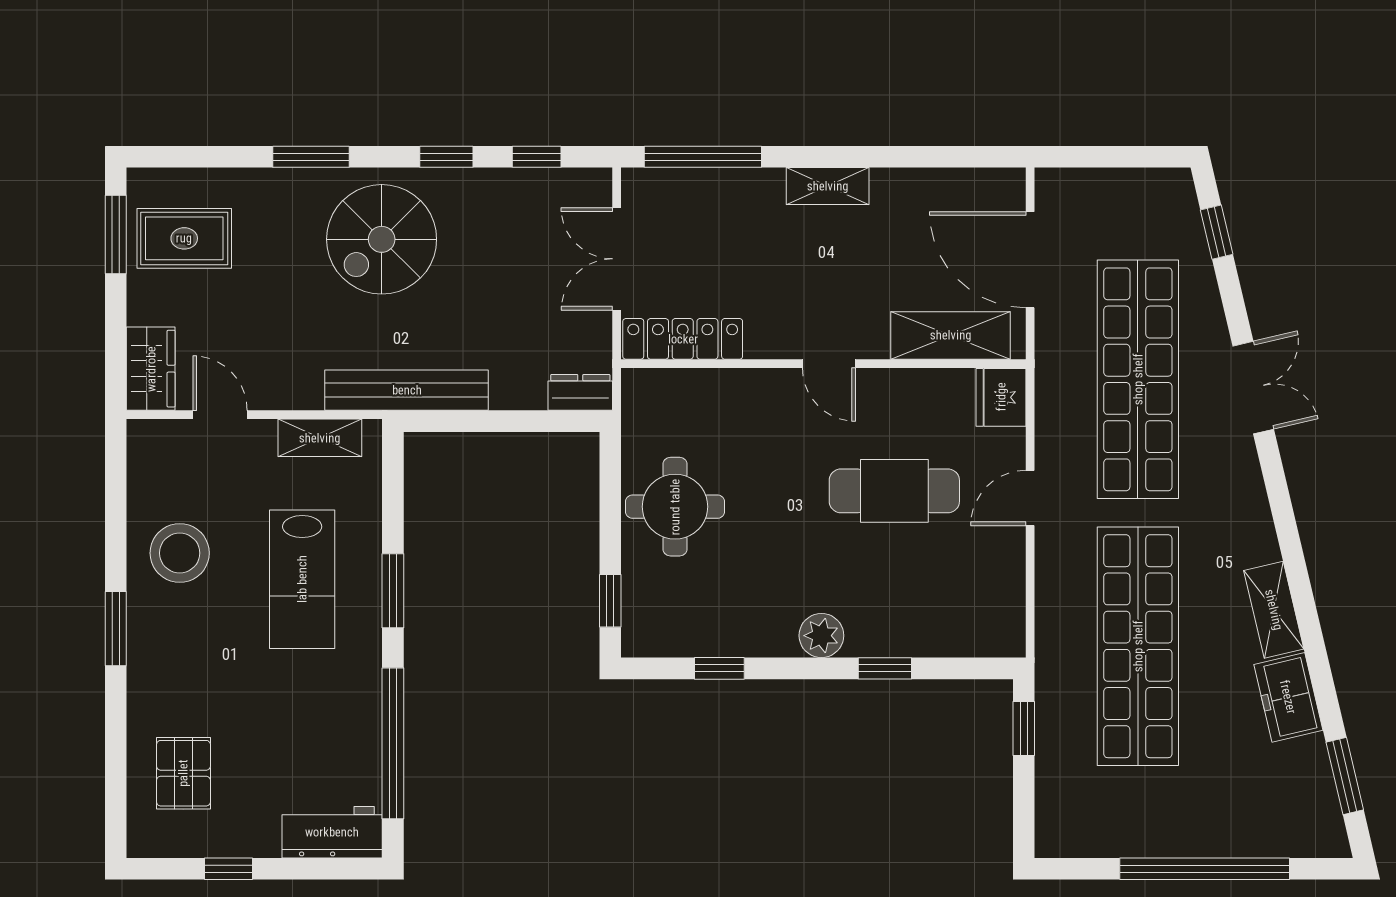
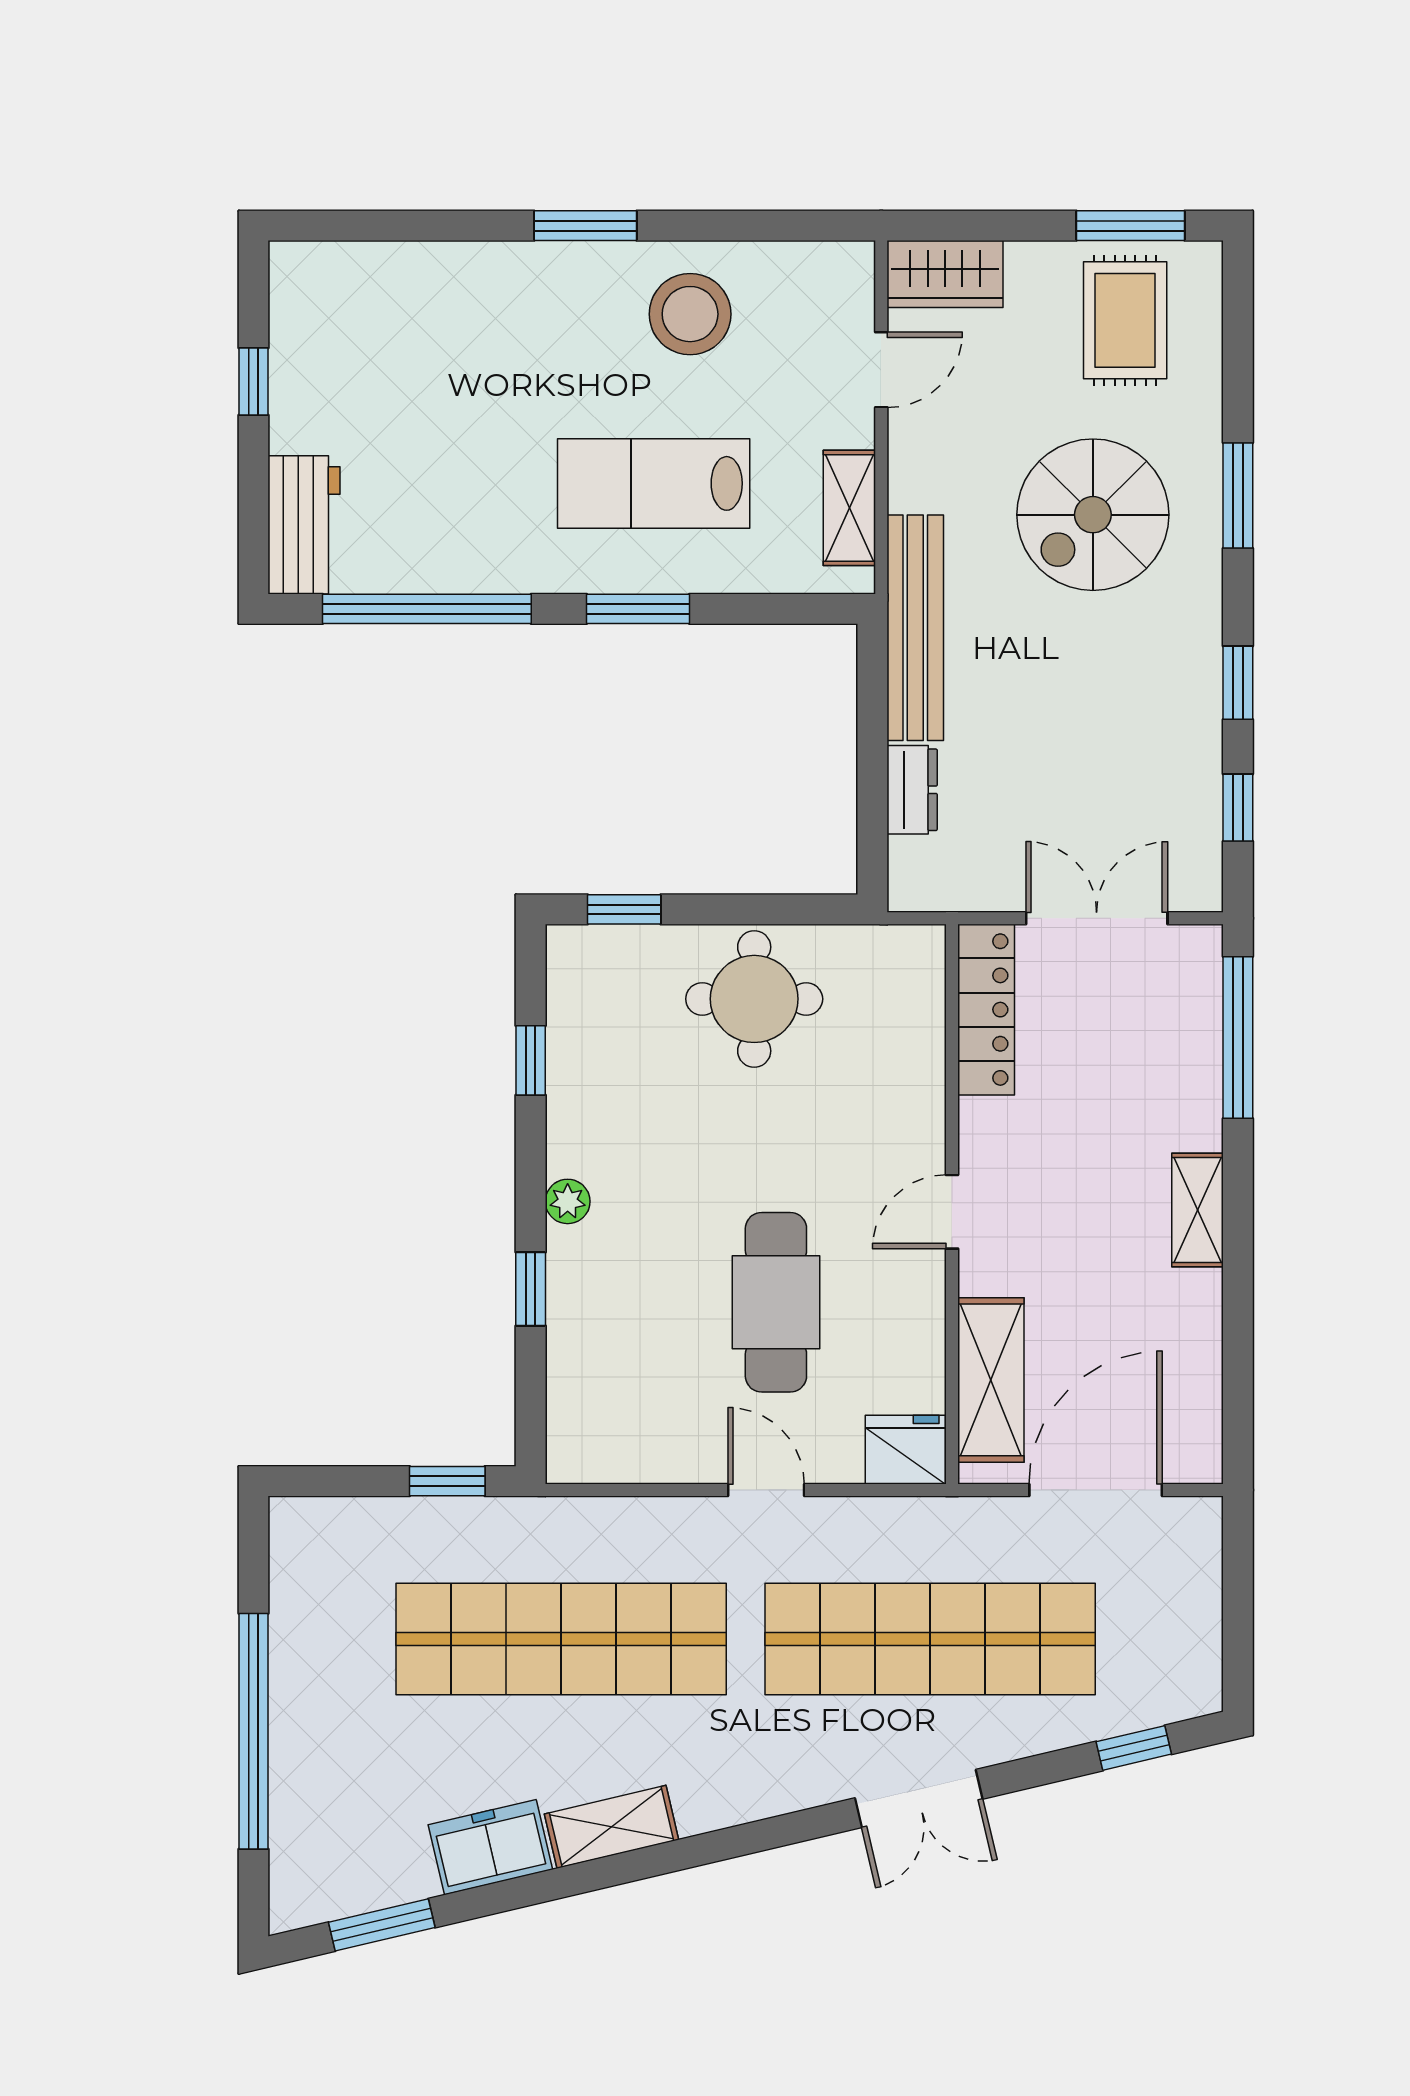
spiral stairs: (382, 239) -> (1093, 515), moved, turned -90
dresser: (580, 392) -> (912, 790), moved
plant: (821, 636) -> (568, 1201), width x0.73, depth x0.73
pallet: (183, 773) -> (386, 319), removed

